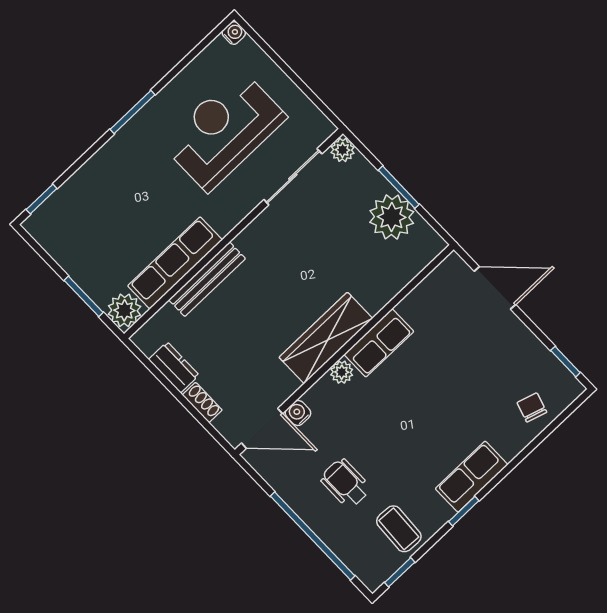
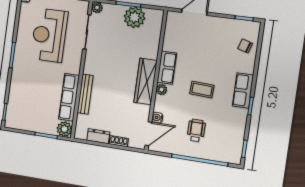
wheelchair: (345, 483) -> (196, 130), turned 90
coffee table: (399, 529) -> (202, 90), moved

